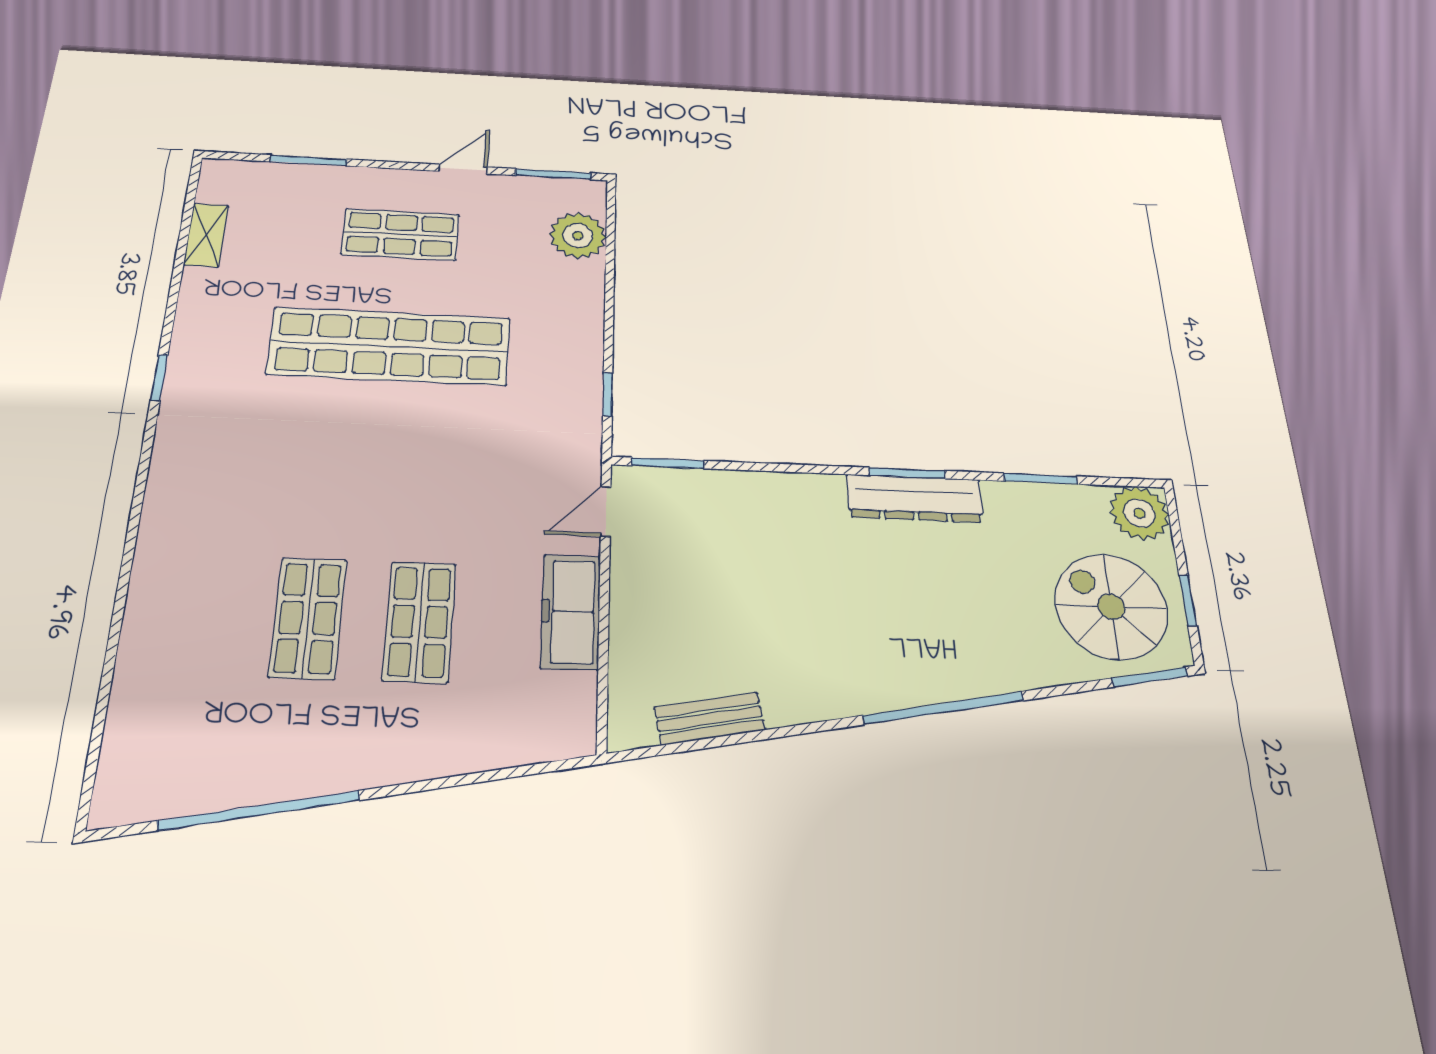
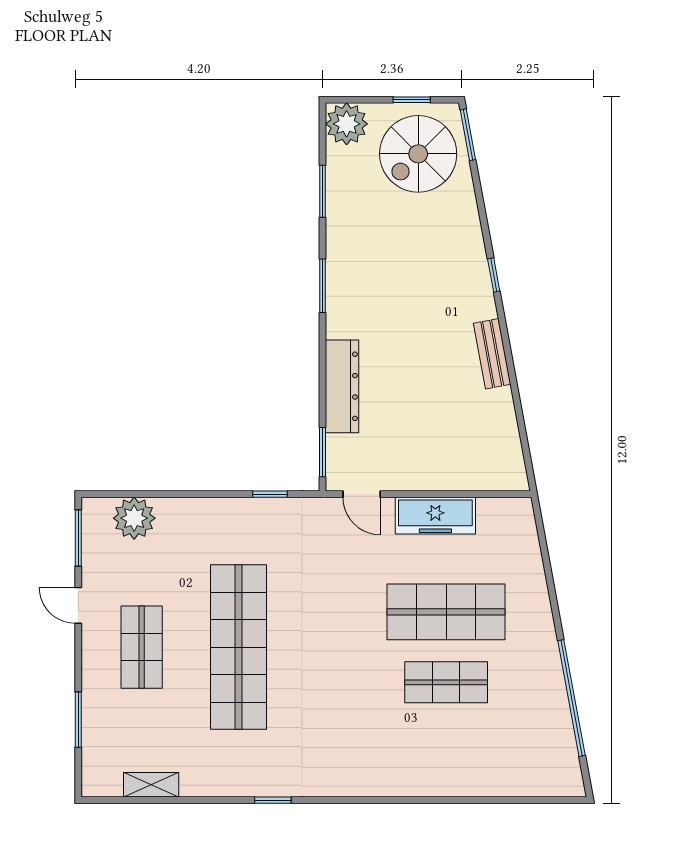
dresser: (915, 498) -> (342, 386), moved
shop shelf: (420, 622) -> (446, 612), width x1.43, depth x1.36
window: (943, 708) -> (494, 275), width x0.32
bench: (710, 719) -> (492, 354), moved

